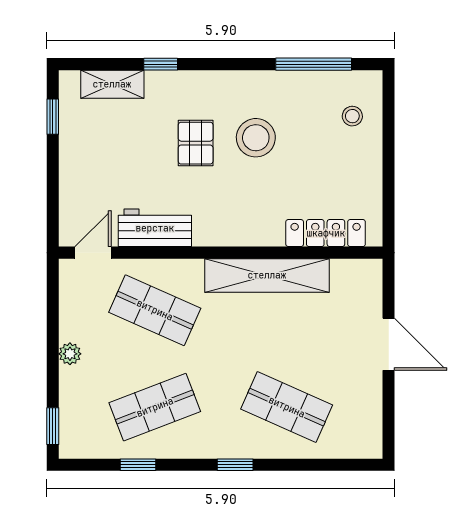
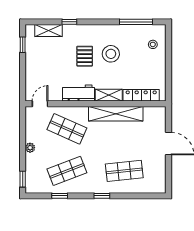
workbench: (155, 228) -> (78, 93), moved
shelving: (251, 233) -> (109, 95), added
shop shelf: (287, 407) -> (124, 171), turned -30

